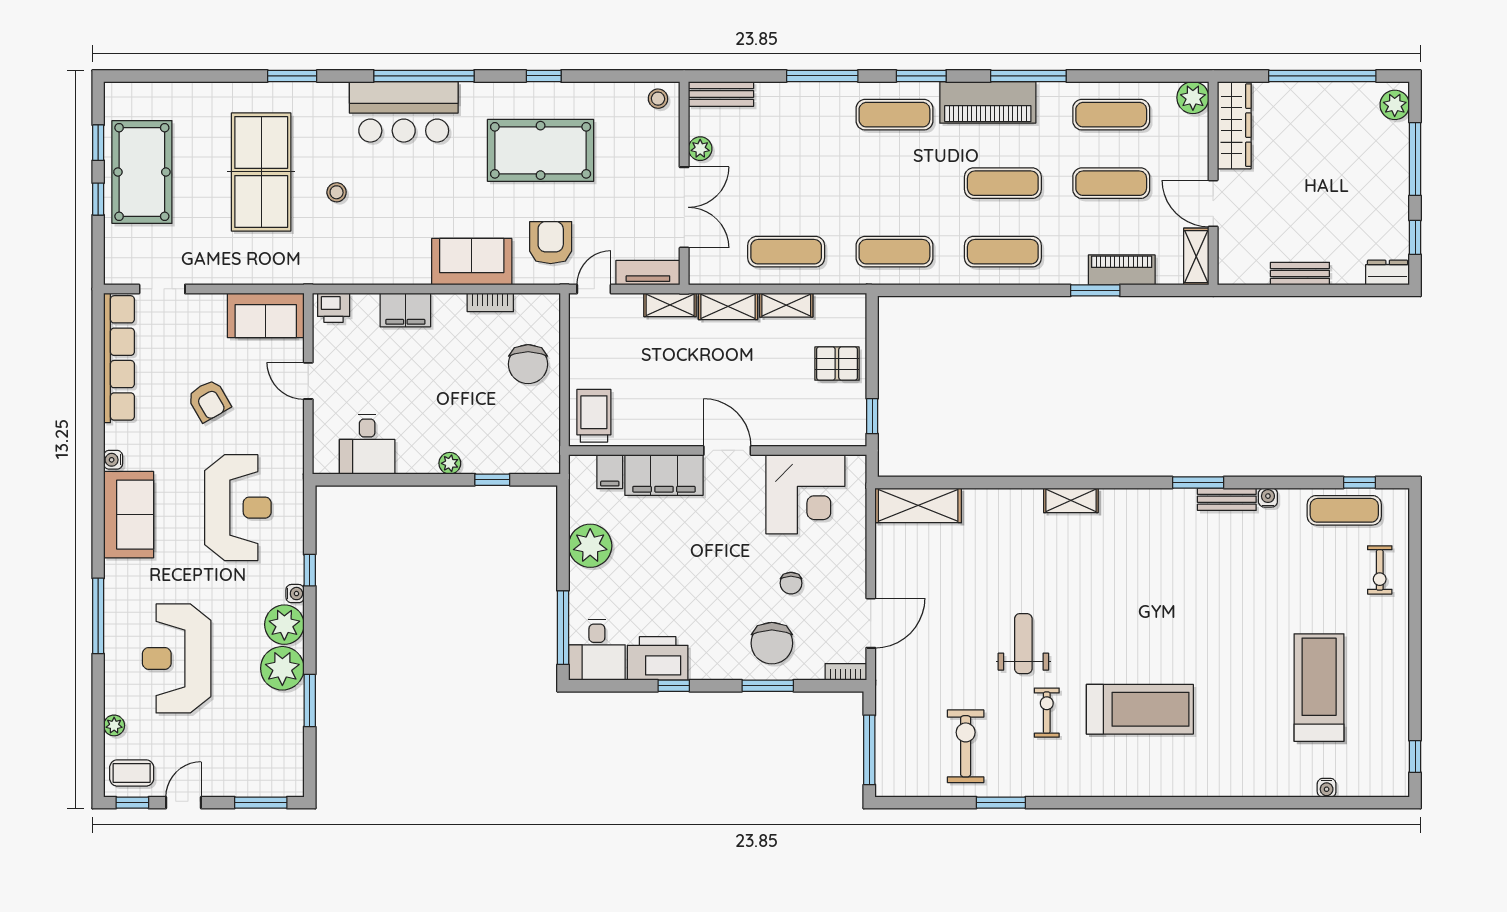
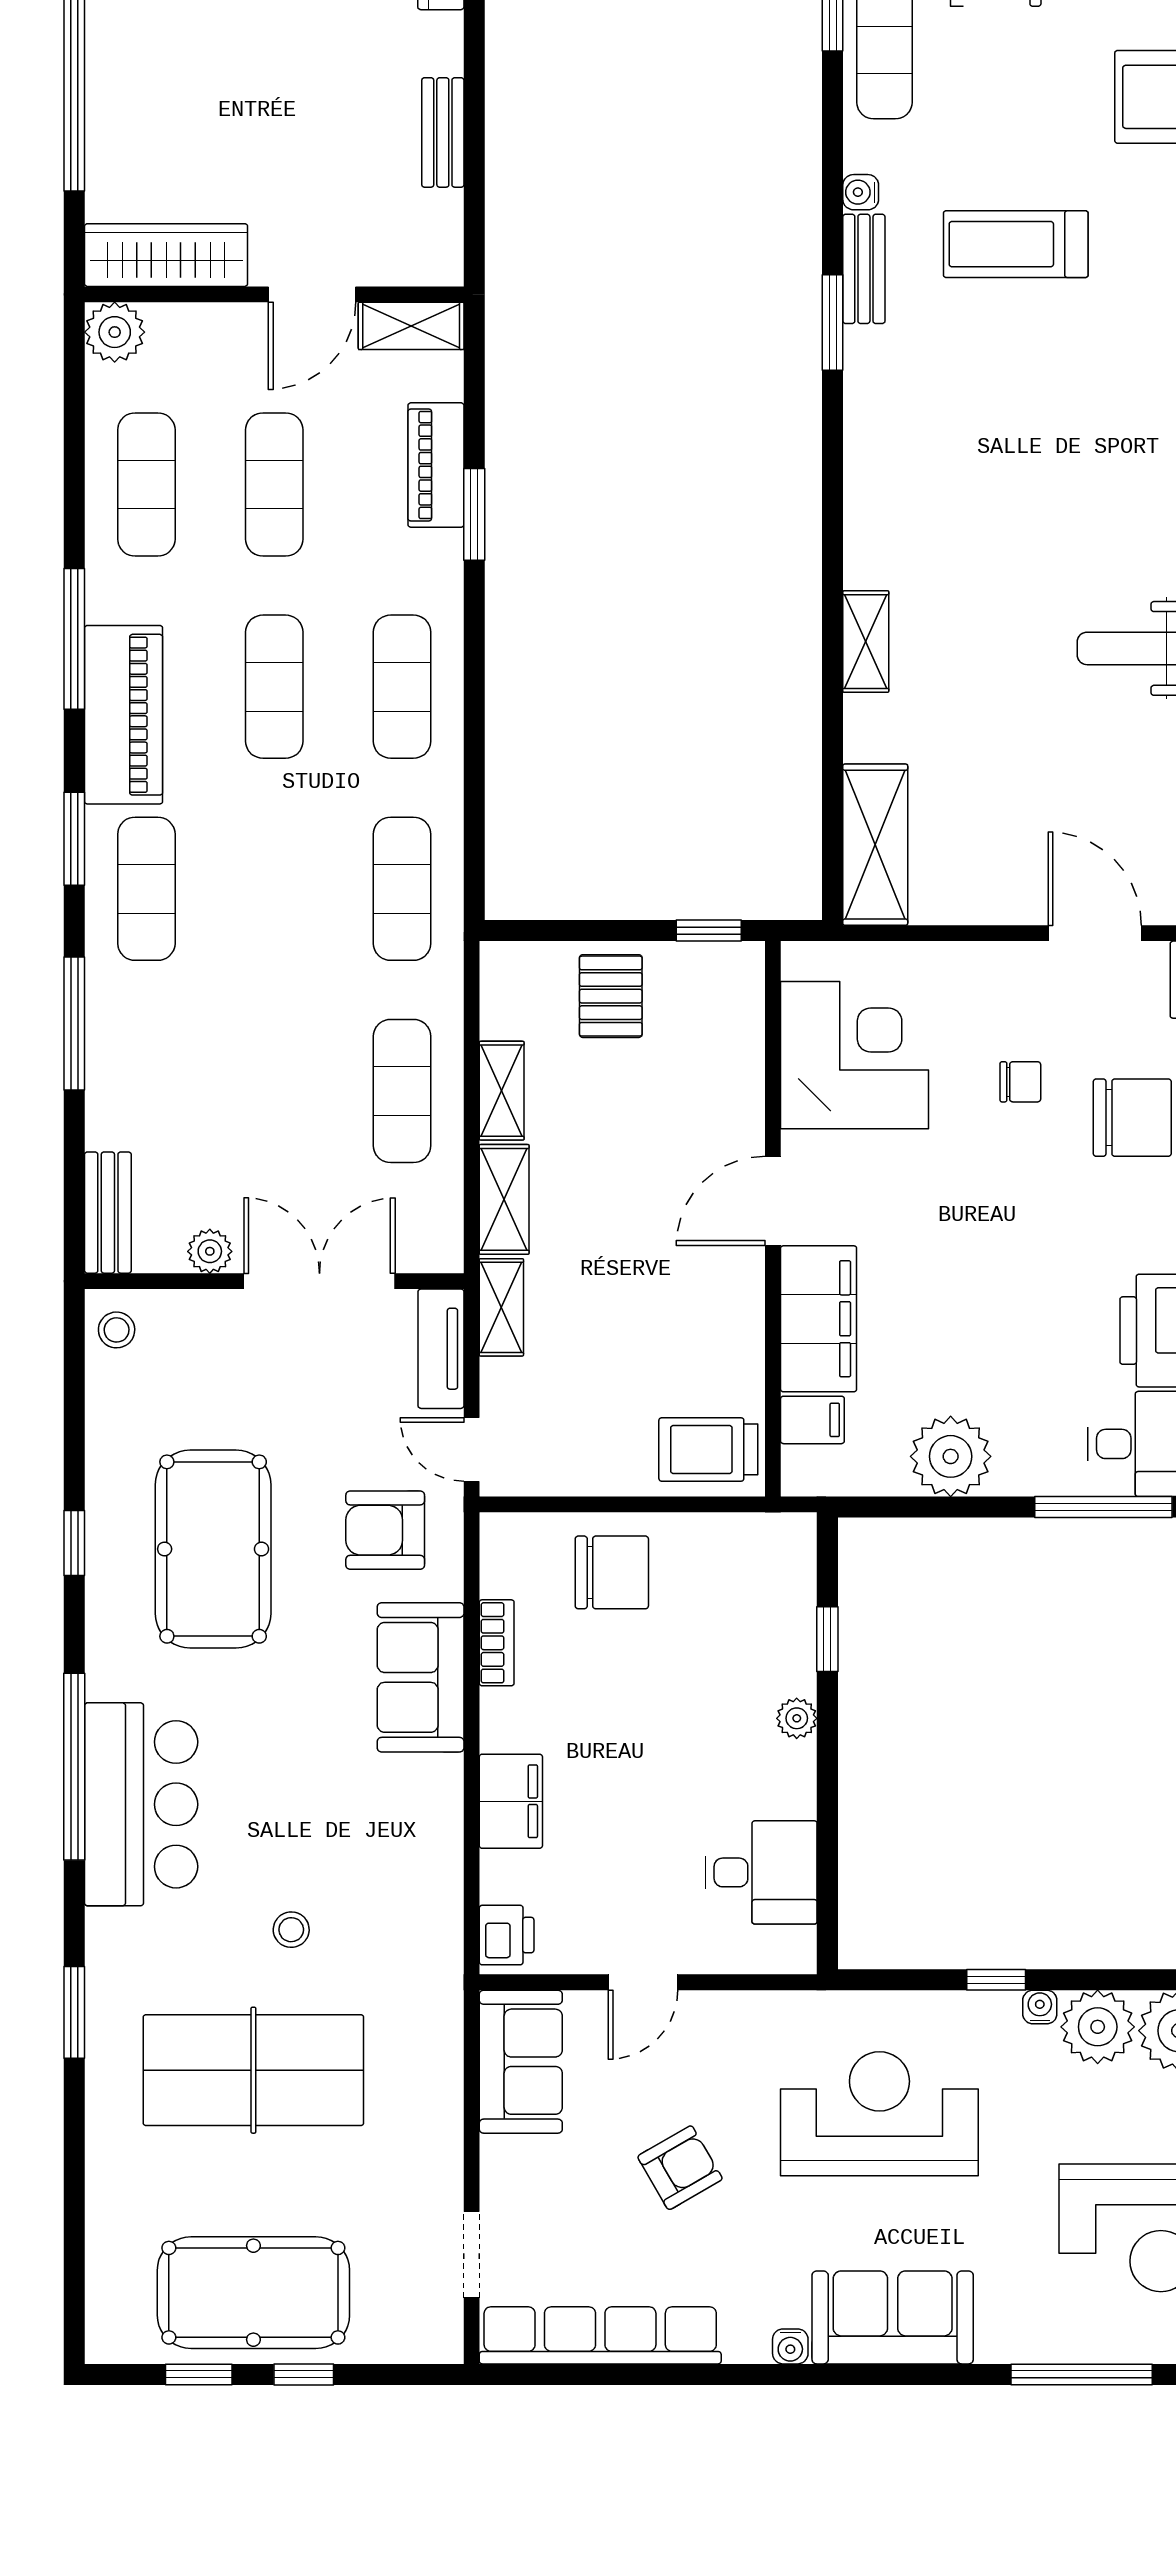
shelving: (1071, 500) -> (866, 642), moved
treadmill: (1240, 581) -> (1016, 244), added

